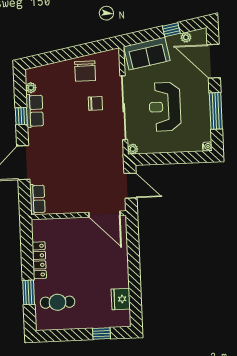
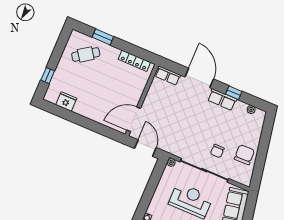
chair: (85, 71) -> (244, 155), turned 88
row of seats: (35, 111) -> (222, 100), moved
door: (131, 186) -> (145, 148), swing flipped
locker: (39, 260) -> (134, 61), moved
cafe table: (58, 302) -> (86, 54), turned 55

